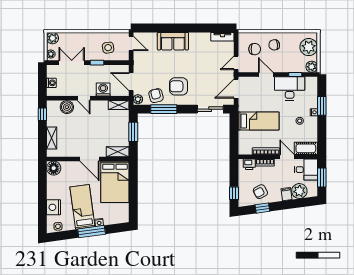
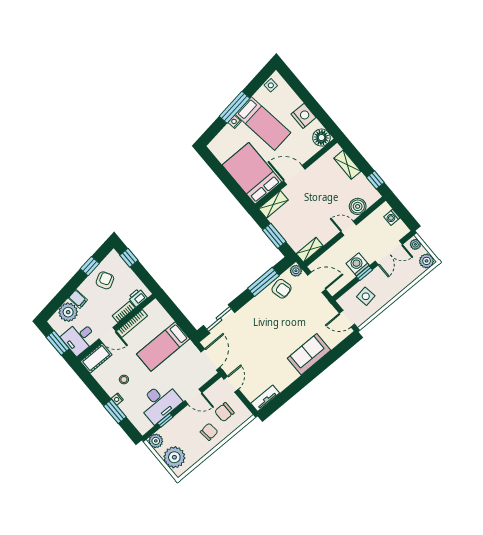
armchair: (179, 86) -> (267, 316), removed
washing machine: (103, 89) -> (358, 264), moved, turned 180
nightstand: (54, 207) -> (304, 116), moved

